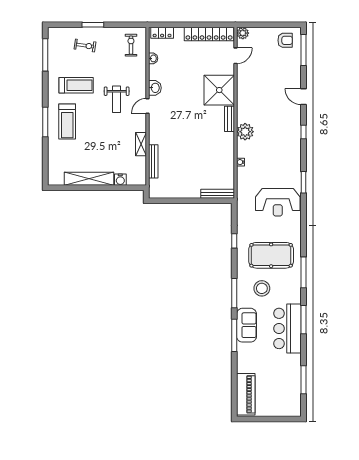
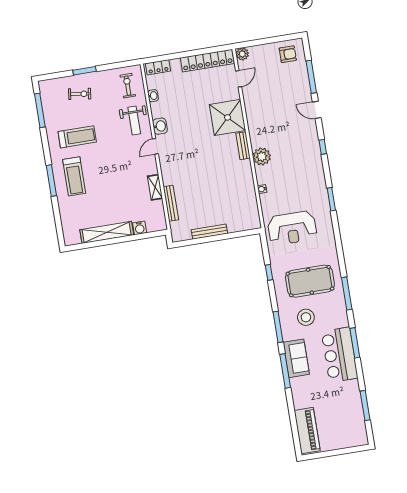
window: (304, 50) -> (311, 77), moved
weight bench: (117, 99) -> (134, 121), moved
bench: (218, 194) -> (209, 232), moved
reception desk: (278, 202) -> (292, 228), moved

